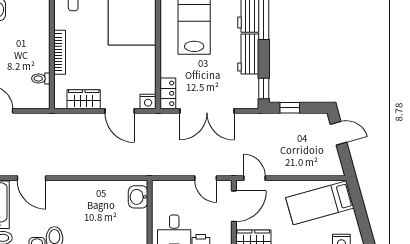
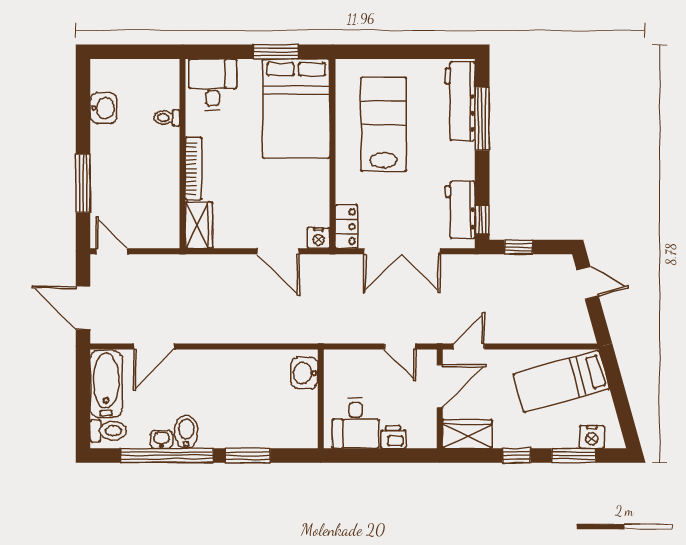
workbench: (248, 54) -> (460, 210), moved
toilet: (41, 78) -> (167, 118), moved
wardrobe: (84, 99) -> (199, 225), moved, turned 90
door: (31, 178) -> (154, 346), hinge flipped
door: (254, 178) -> (469, 346), hinge flipped

